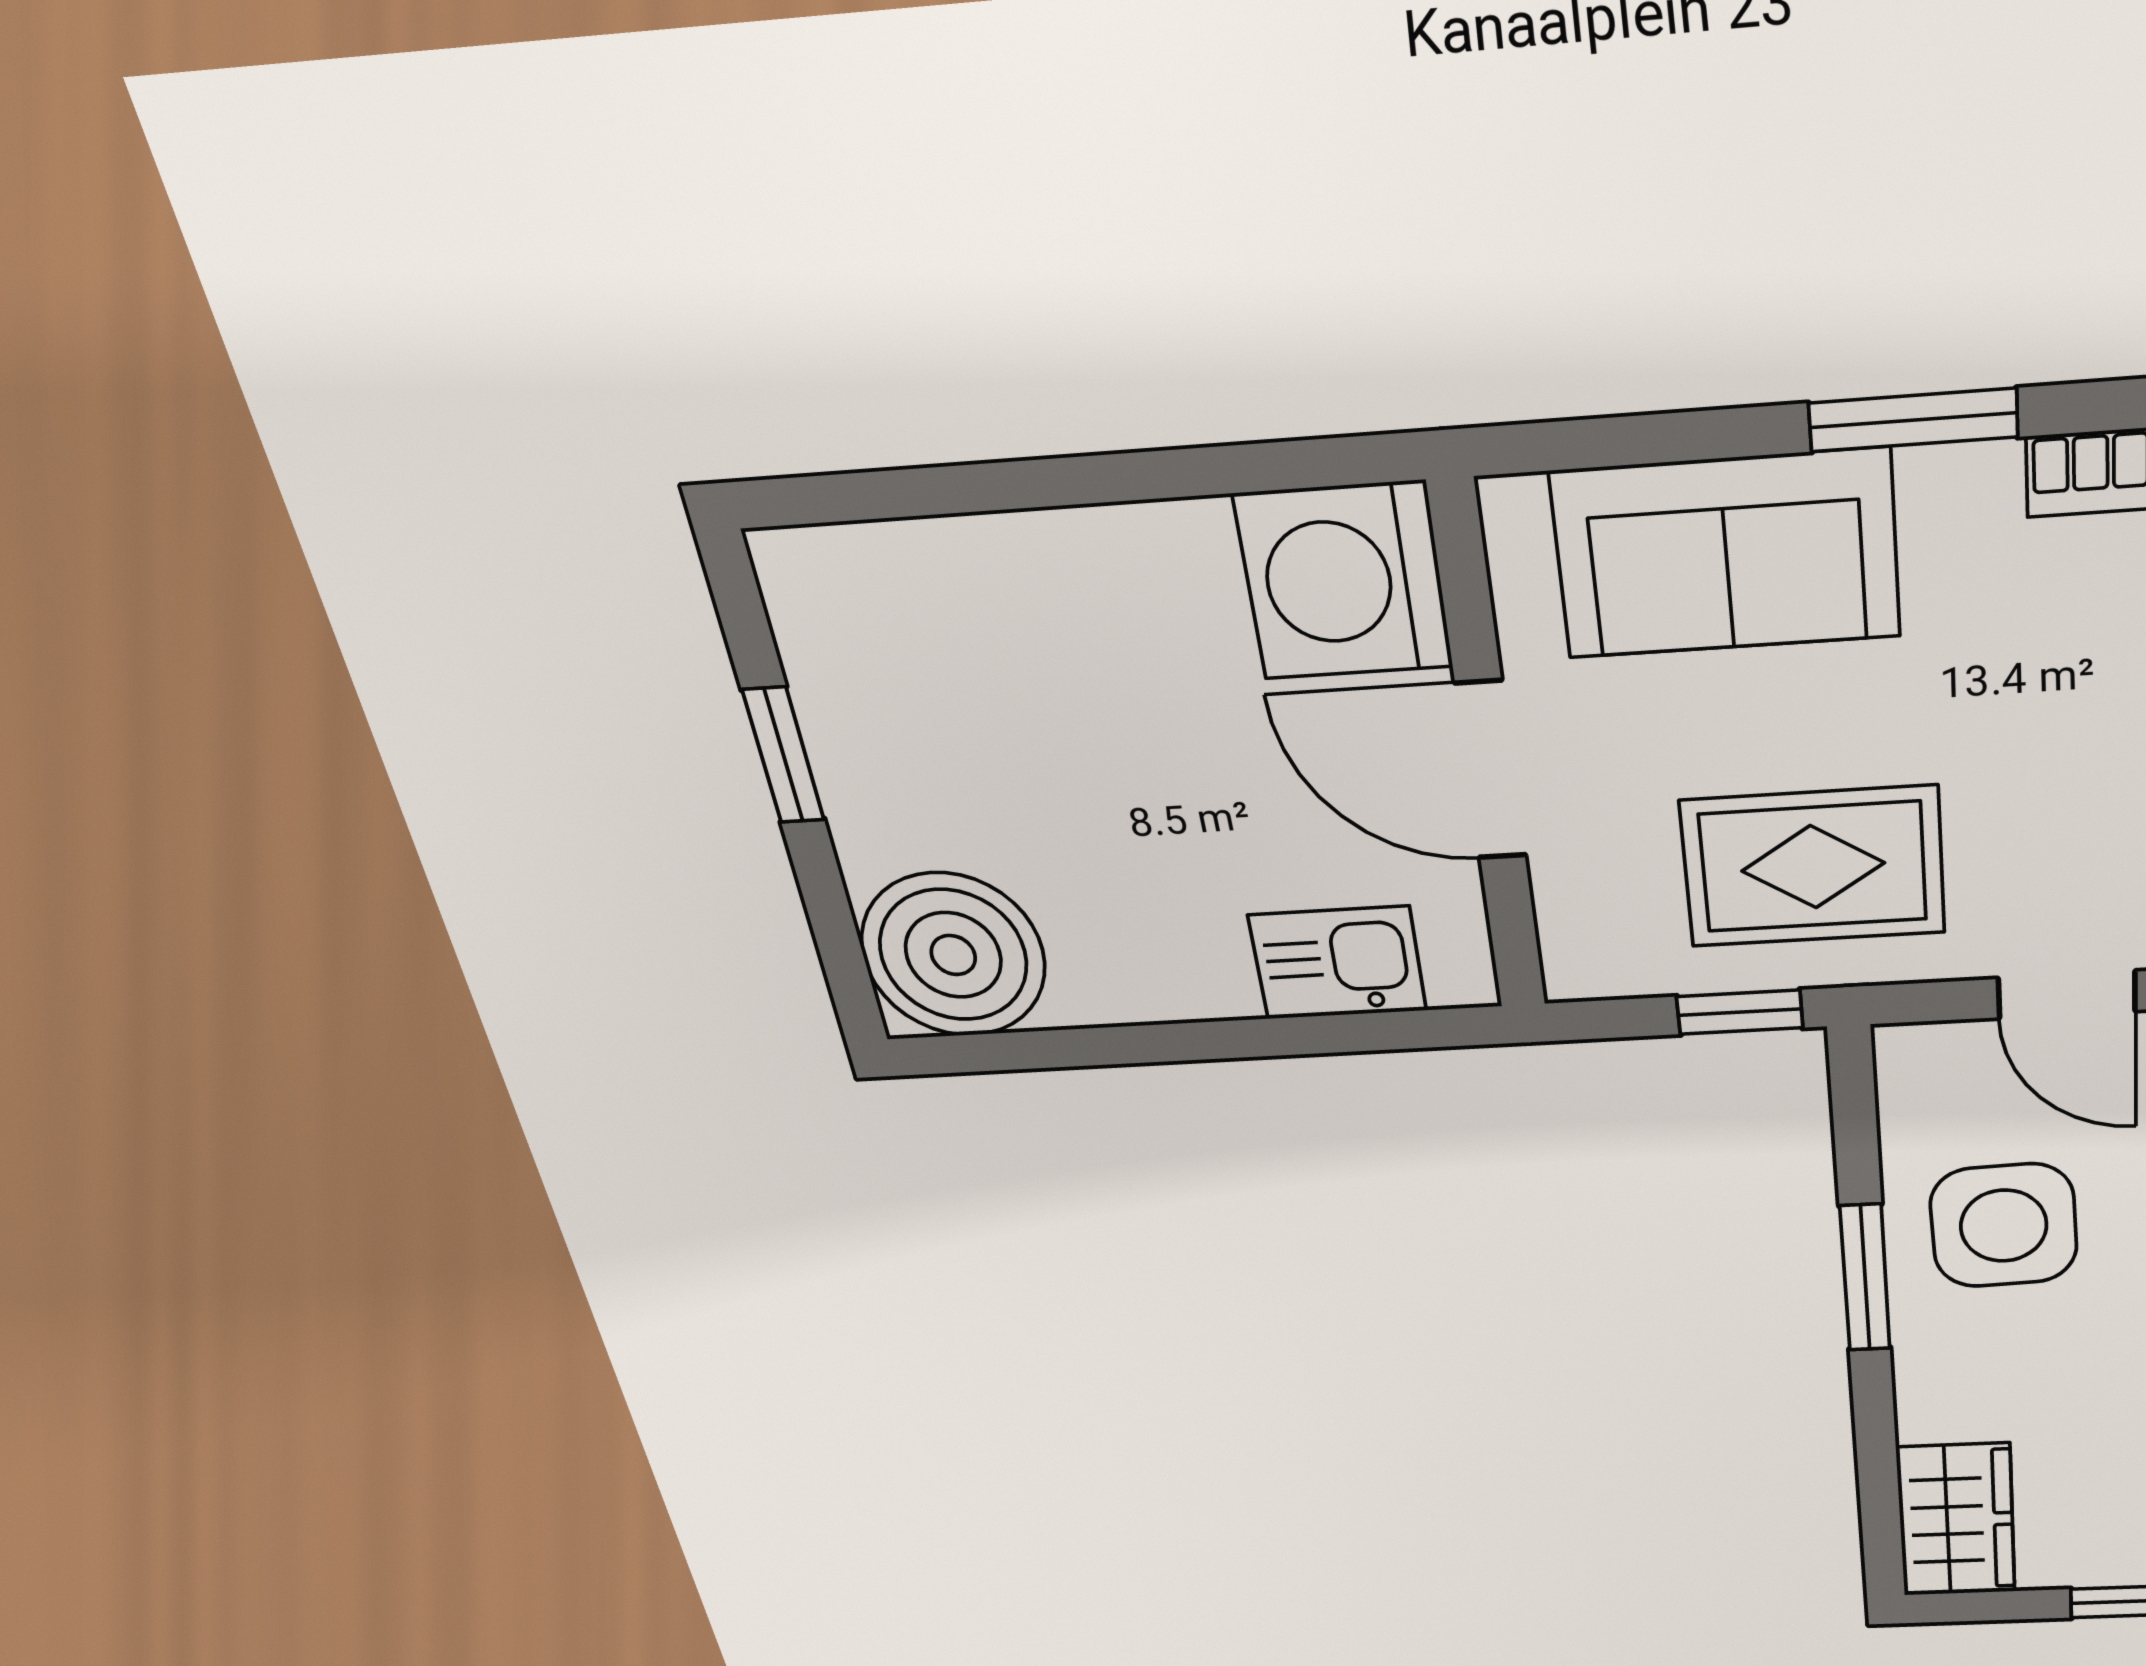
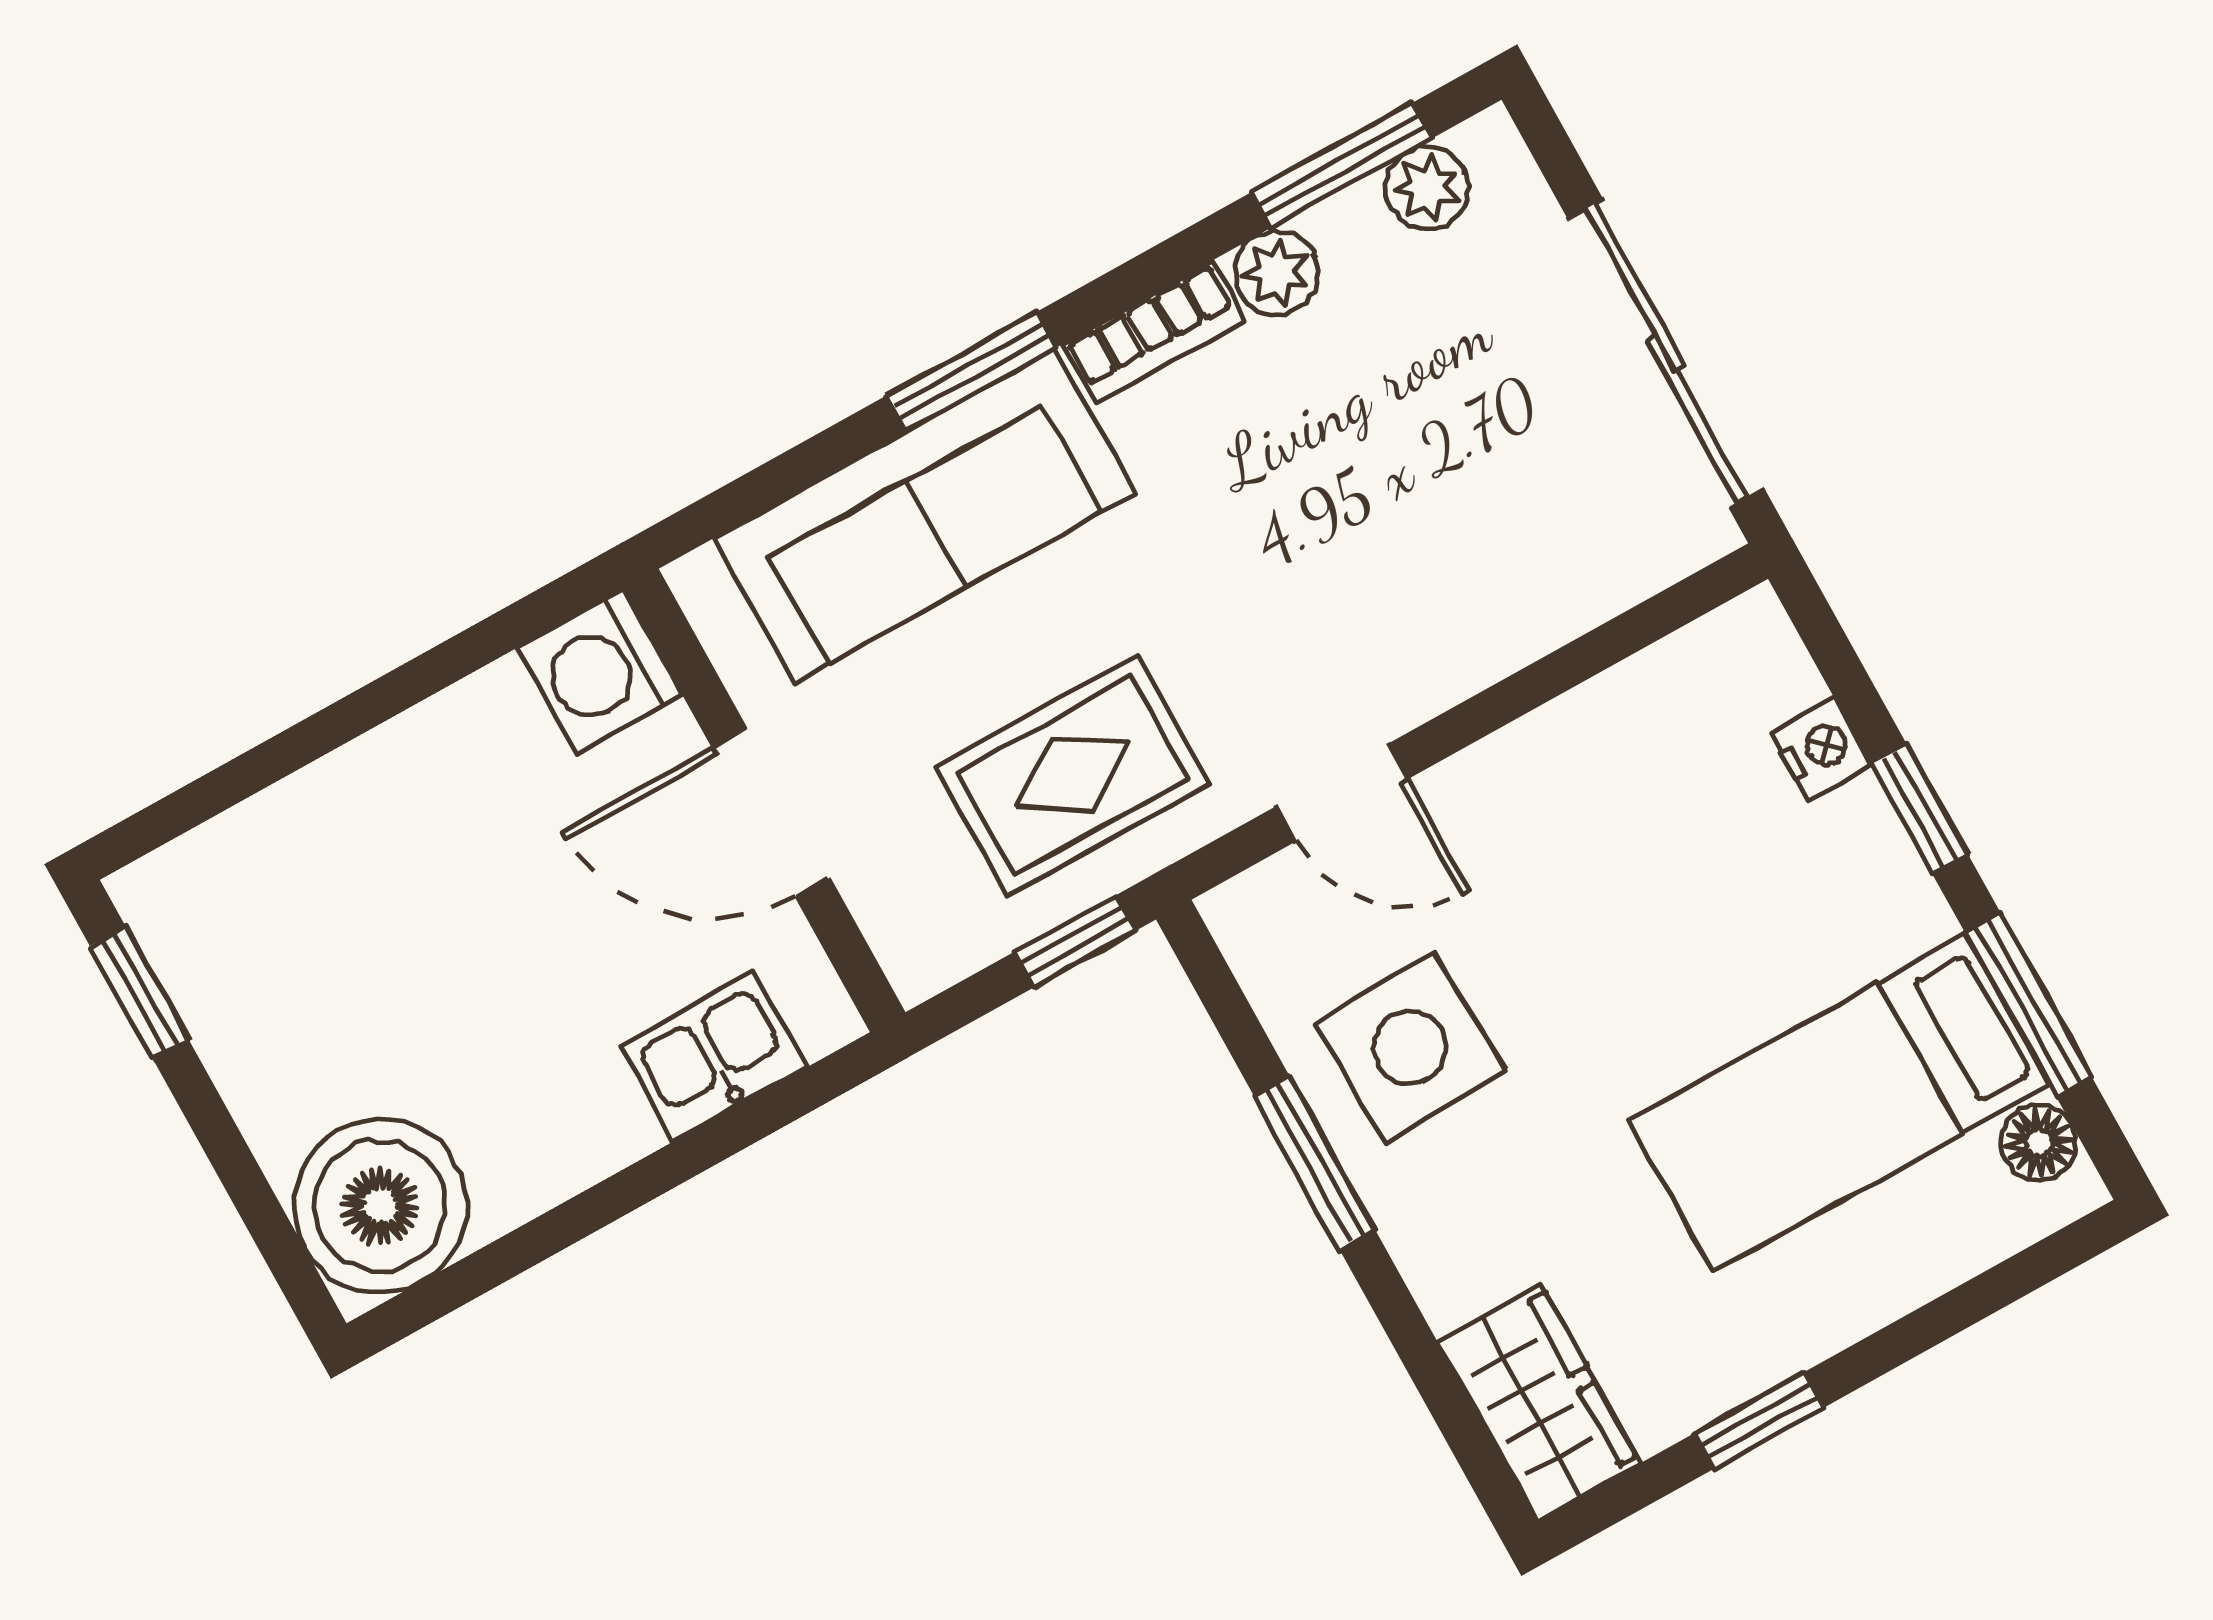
sofa: (1726, 554) -> (925, 516), width x1.36
washing machine: (1344, 581) -> (600, 671), width x0.73, depth x0.73
window: (783, 755) -> (139, 993), moved

